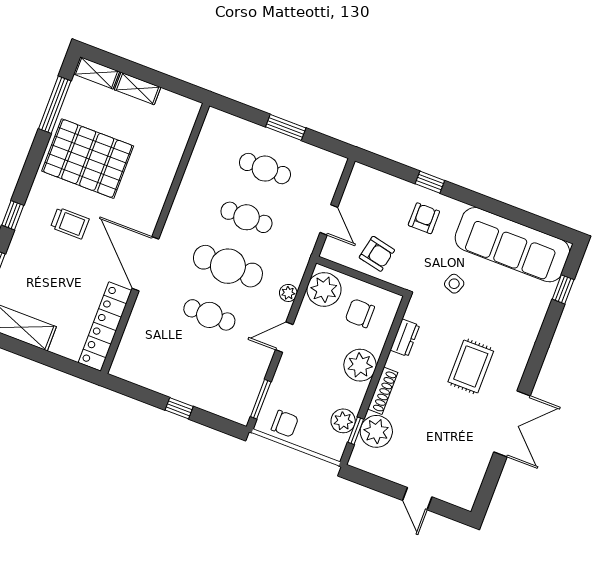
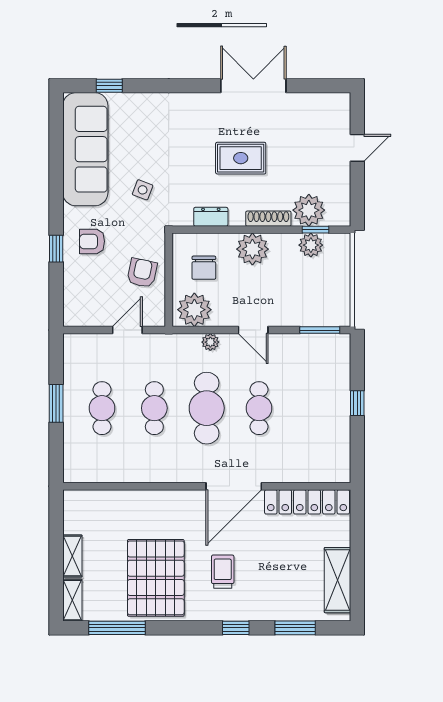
rug: (471, 366) -> (241, 158), moved
chair: (285, 424) -> (334, 299), removed

